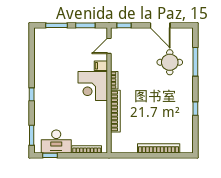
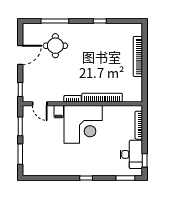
corner desk: (93, 86) -> (83, 124), width x1.36, depth x1.36

